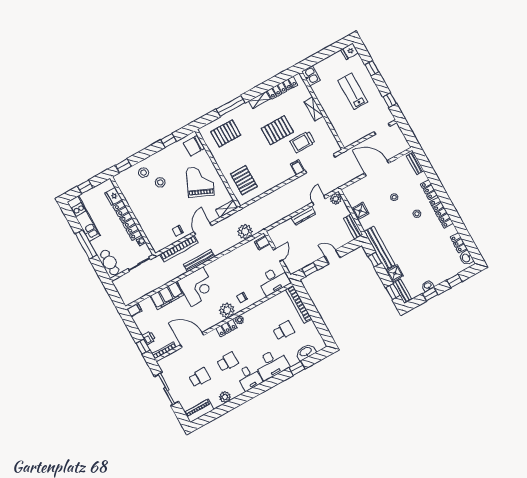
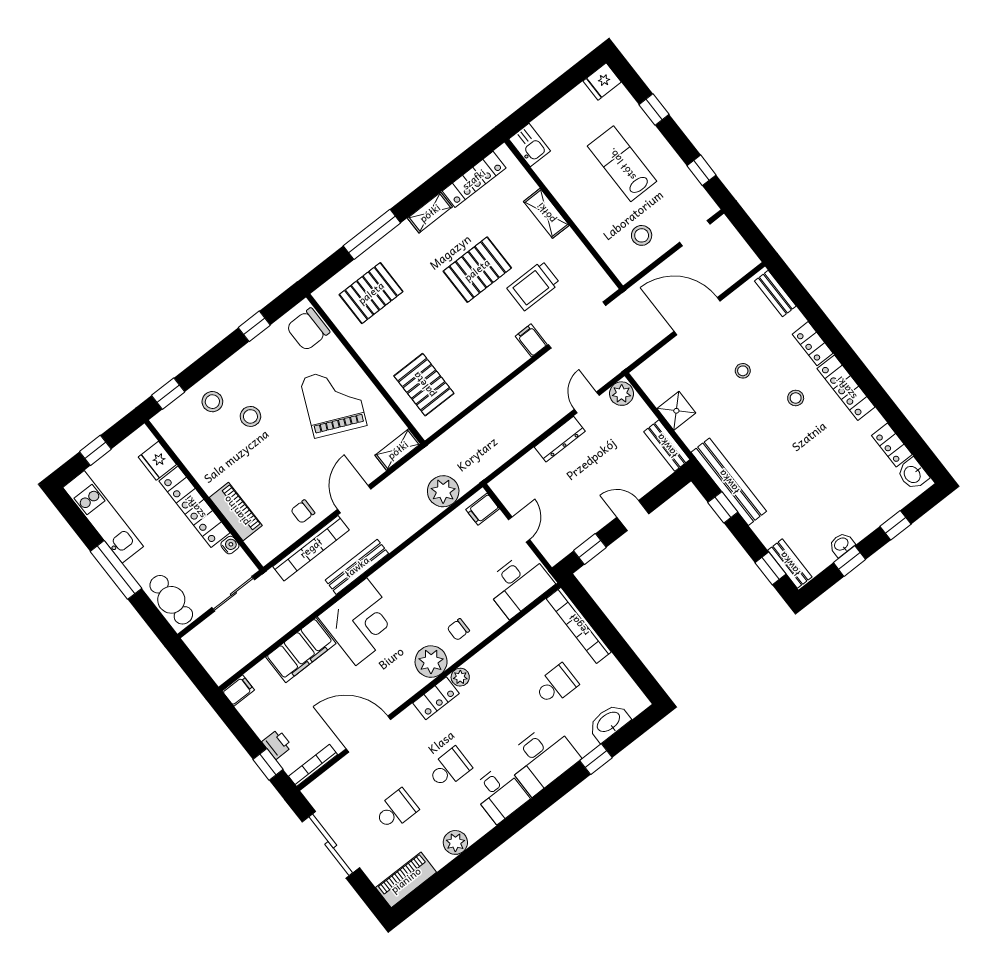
stool: (357, 126) -> (642, 235), added
piano: (146, 226) -> (236, 511), added
shower: (395, 273) -> (769, 529), removed

